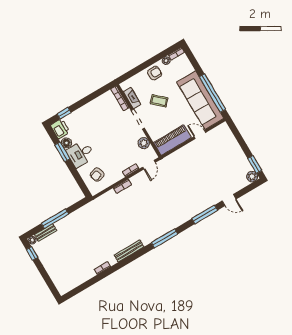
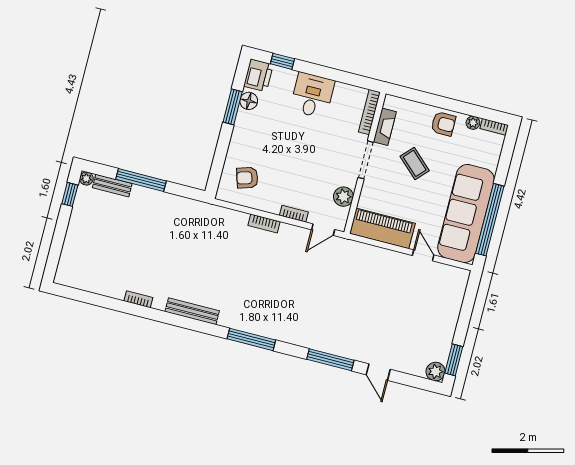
desk: (81, 154) -> (312, 95), moved, turned 90

